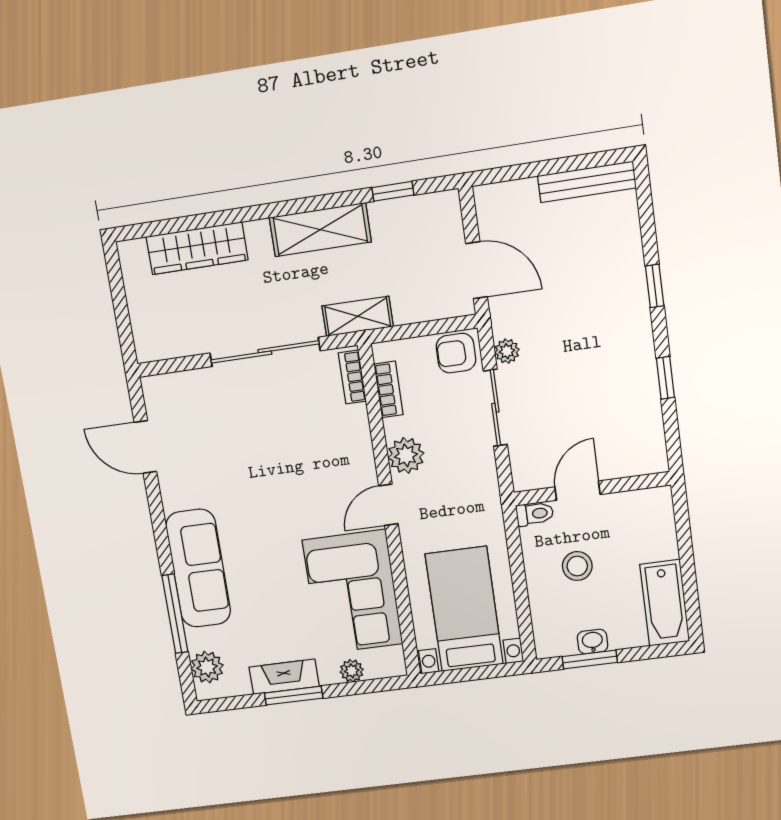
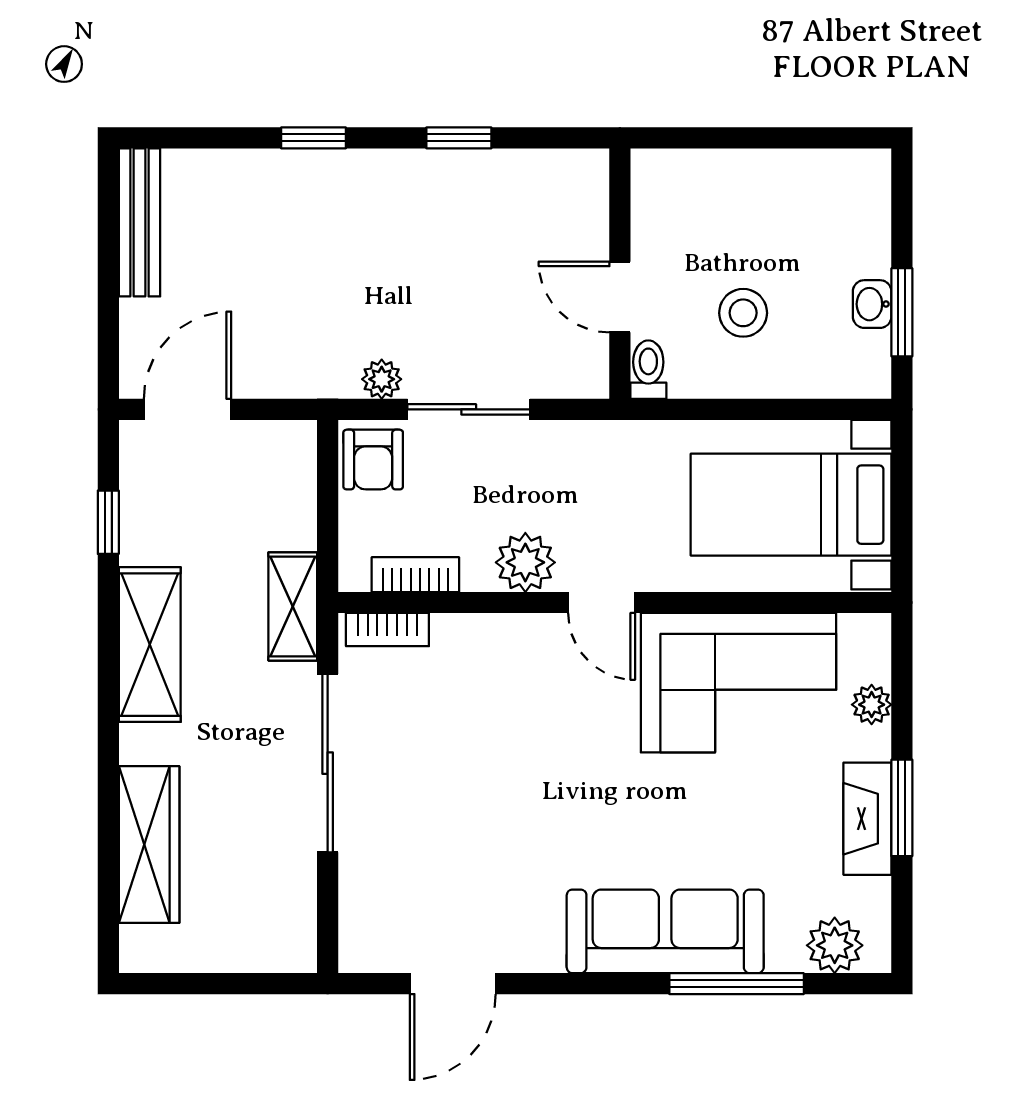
door: (477, 270) -> (187, 409), moved
bathtub: (665, 603) -> (822, 181), removed

